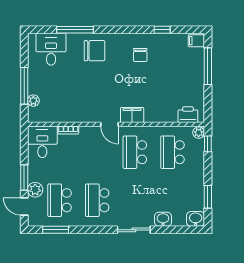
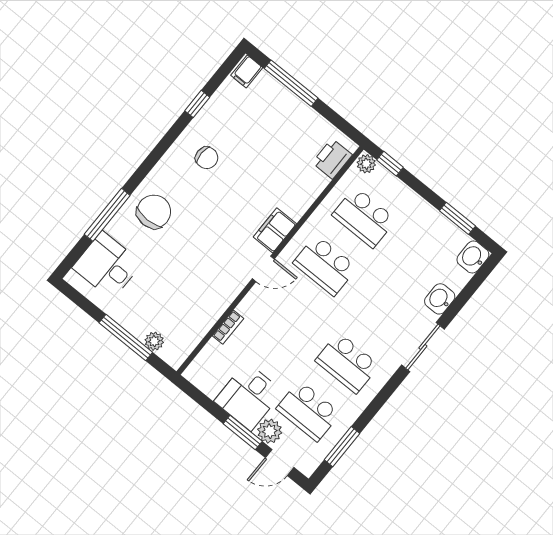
desk: (42, 142) -> (249, 396), moved, turned -90

